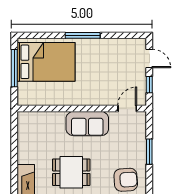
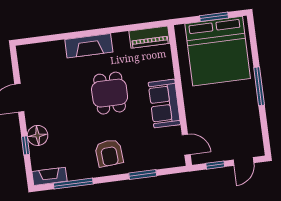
bed: (46, 62) -> (218, 51), width x1.36
window: (14, 68) -> (214, 17), width x0.69
piano: (25, 129) -> (149, 37), added

